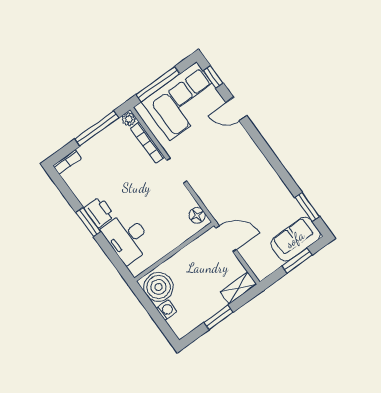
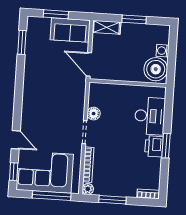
window: (97, 128) -> (113, 200), width x0.69
floor lamp: (197, 215) -> (94, 114), moved
sofa: (295, 239) -> (70, 30), moved

